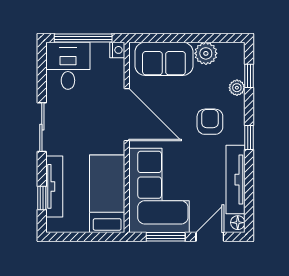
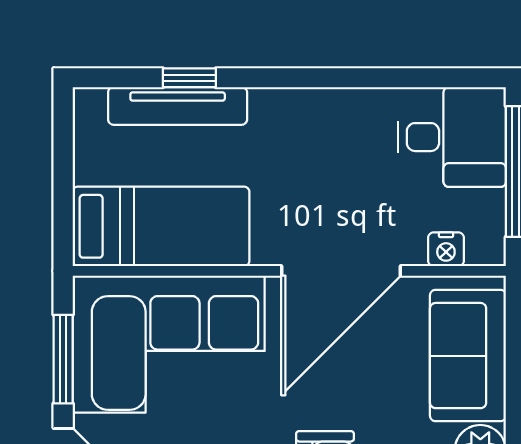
nightstand: (117, 50) -> (446, 249), moved
sliding door: (42, 127) -> (312, 78), removed
window: (42, 198) -> (189, 78), moved

